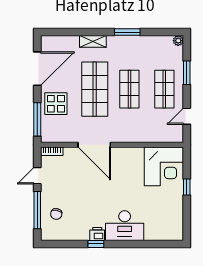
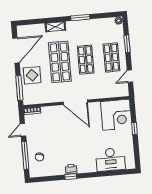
door: (94, 145) -> (75, 102), moved
desk: (125, 226) -> (110, 159), moved

